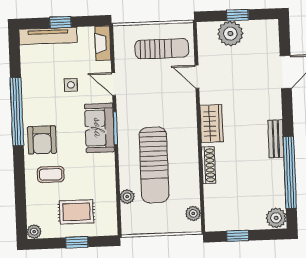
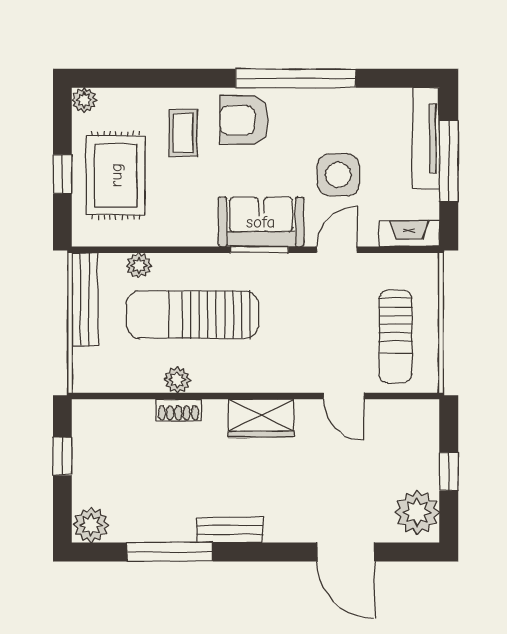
window: (60, 22) -> (449, 161), width x2.17
plant: (230, 34) -> (417, 512), moved
door: (197, 77) -> (344, 396), swing flipped
side table: (71, 85) -> (338, 175), width x1.87, depth x1.87
shoe rack: (209, 165) -> (178, 410), width x0.70
window: (290, 172) -> (170, 552), width x0.68
rug: (76, 212) -> (116, 175), width x1.36, depth x1.43
plant: (193, 213) -> (177, 380), moved
bench: (148, 227) -> (85, 299), added

